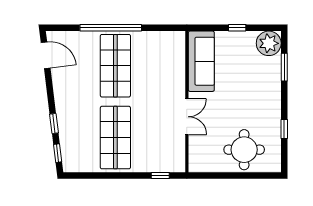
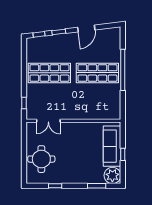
door: (46, 55) -> (86, 29), moved
sofa: (201, 61) -> (112, 146), moved, turned 90
double door: (187, 117) -> (48, 121), moved

